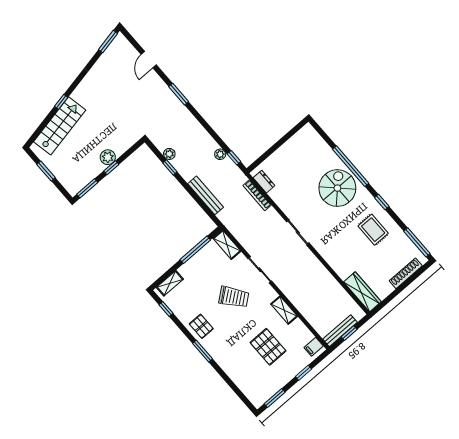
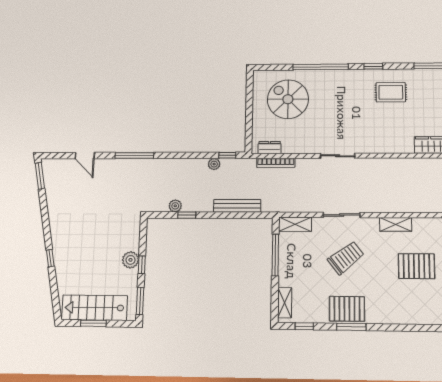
window: (179, 94) -> (134, 155), width x1.44
stairs: (60, 126) -> (94, 308), moved, turned -79
spiral stairs: (337, 188) -> (288, 99), moved
pallet: (201, 326) -> (347, 309), width x1.50, depth x1.42
window: (203, 351) -> (351, 327), moved

